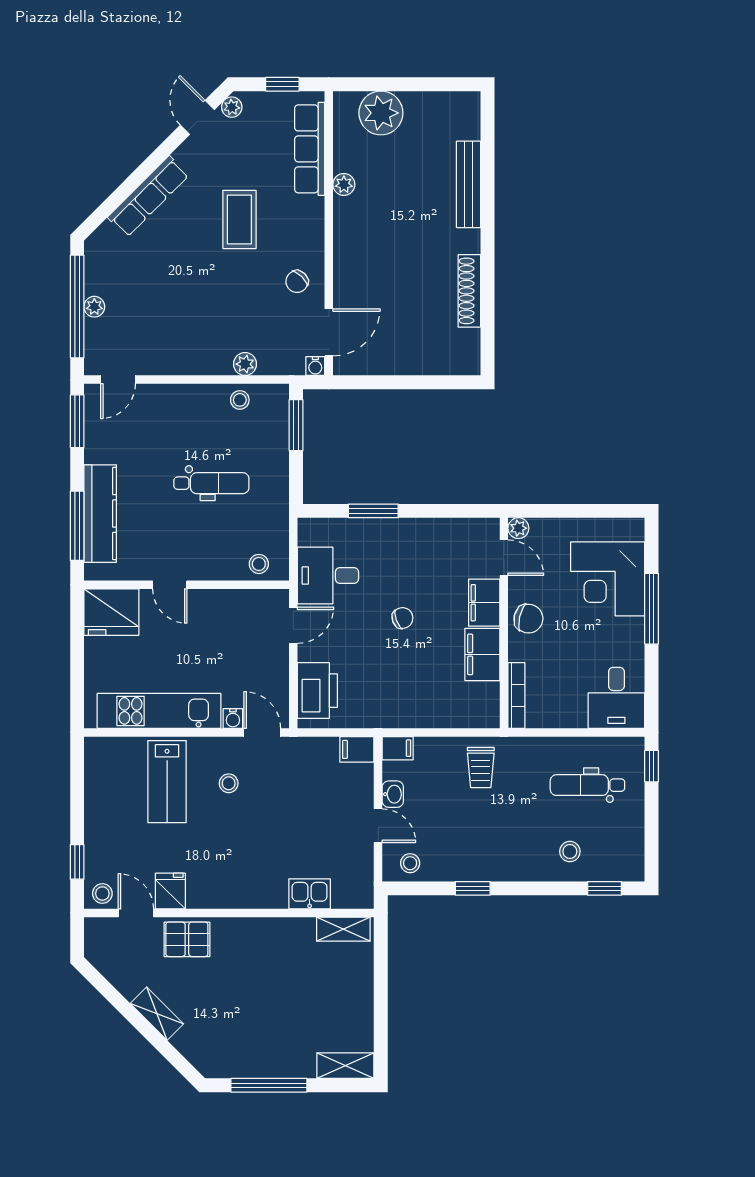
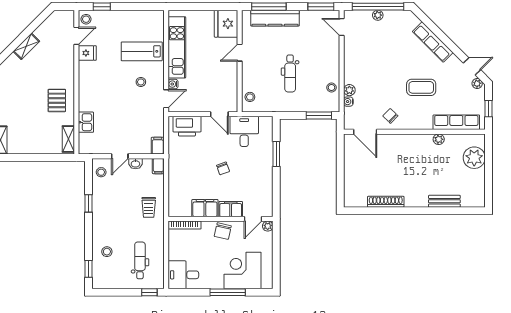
bench: (469, 184) -> (444, 201), width x0.73
water cooler: (315, 366) -> (348, 102), moved
trolley: (481, 768) -> (149, 207), turned -90
pallet: (187, 939) -> (57, 100), moved

